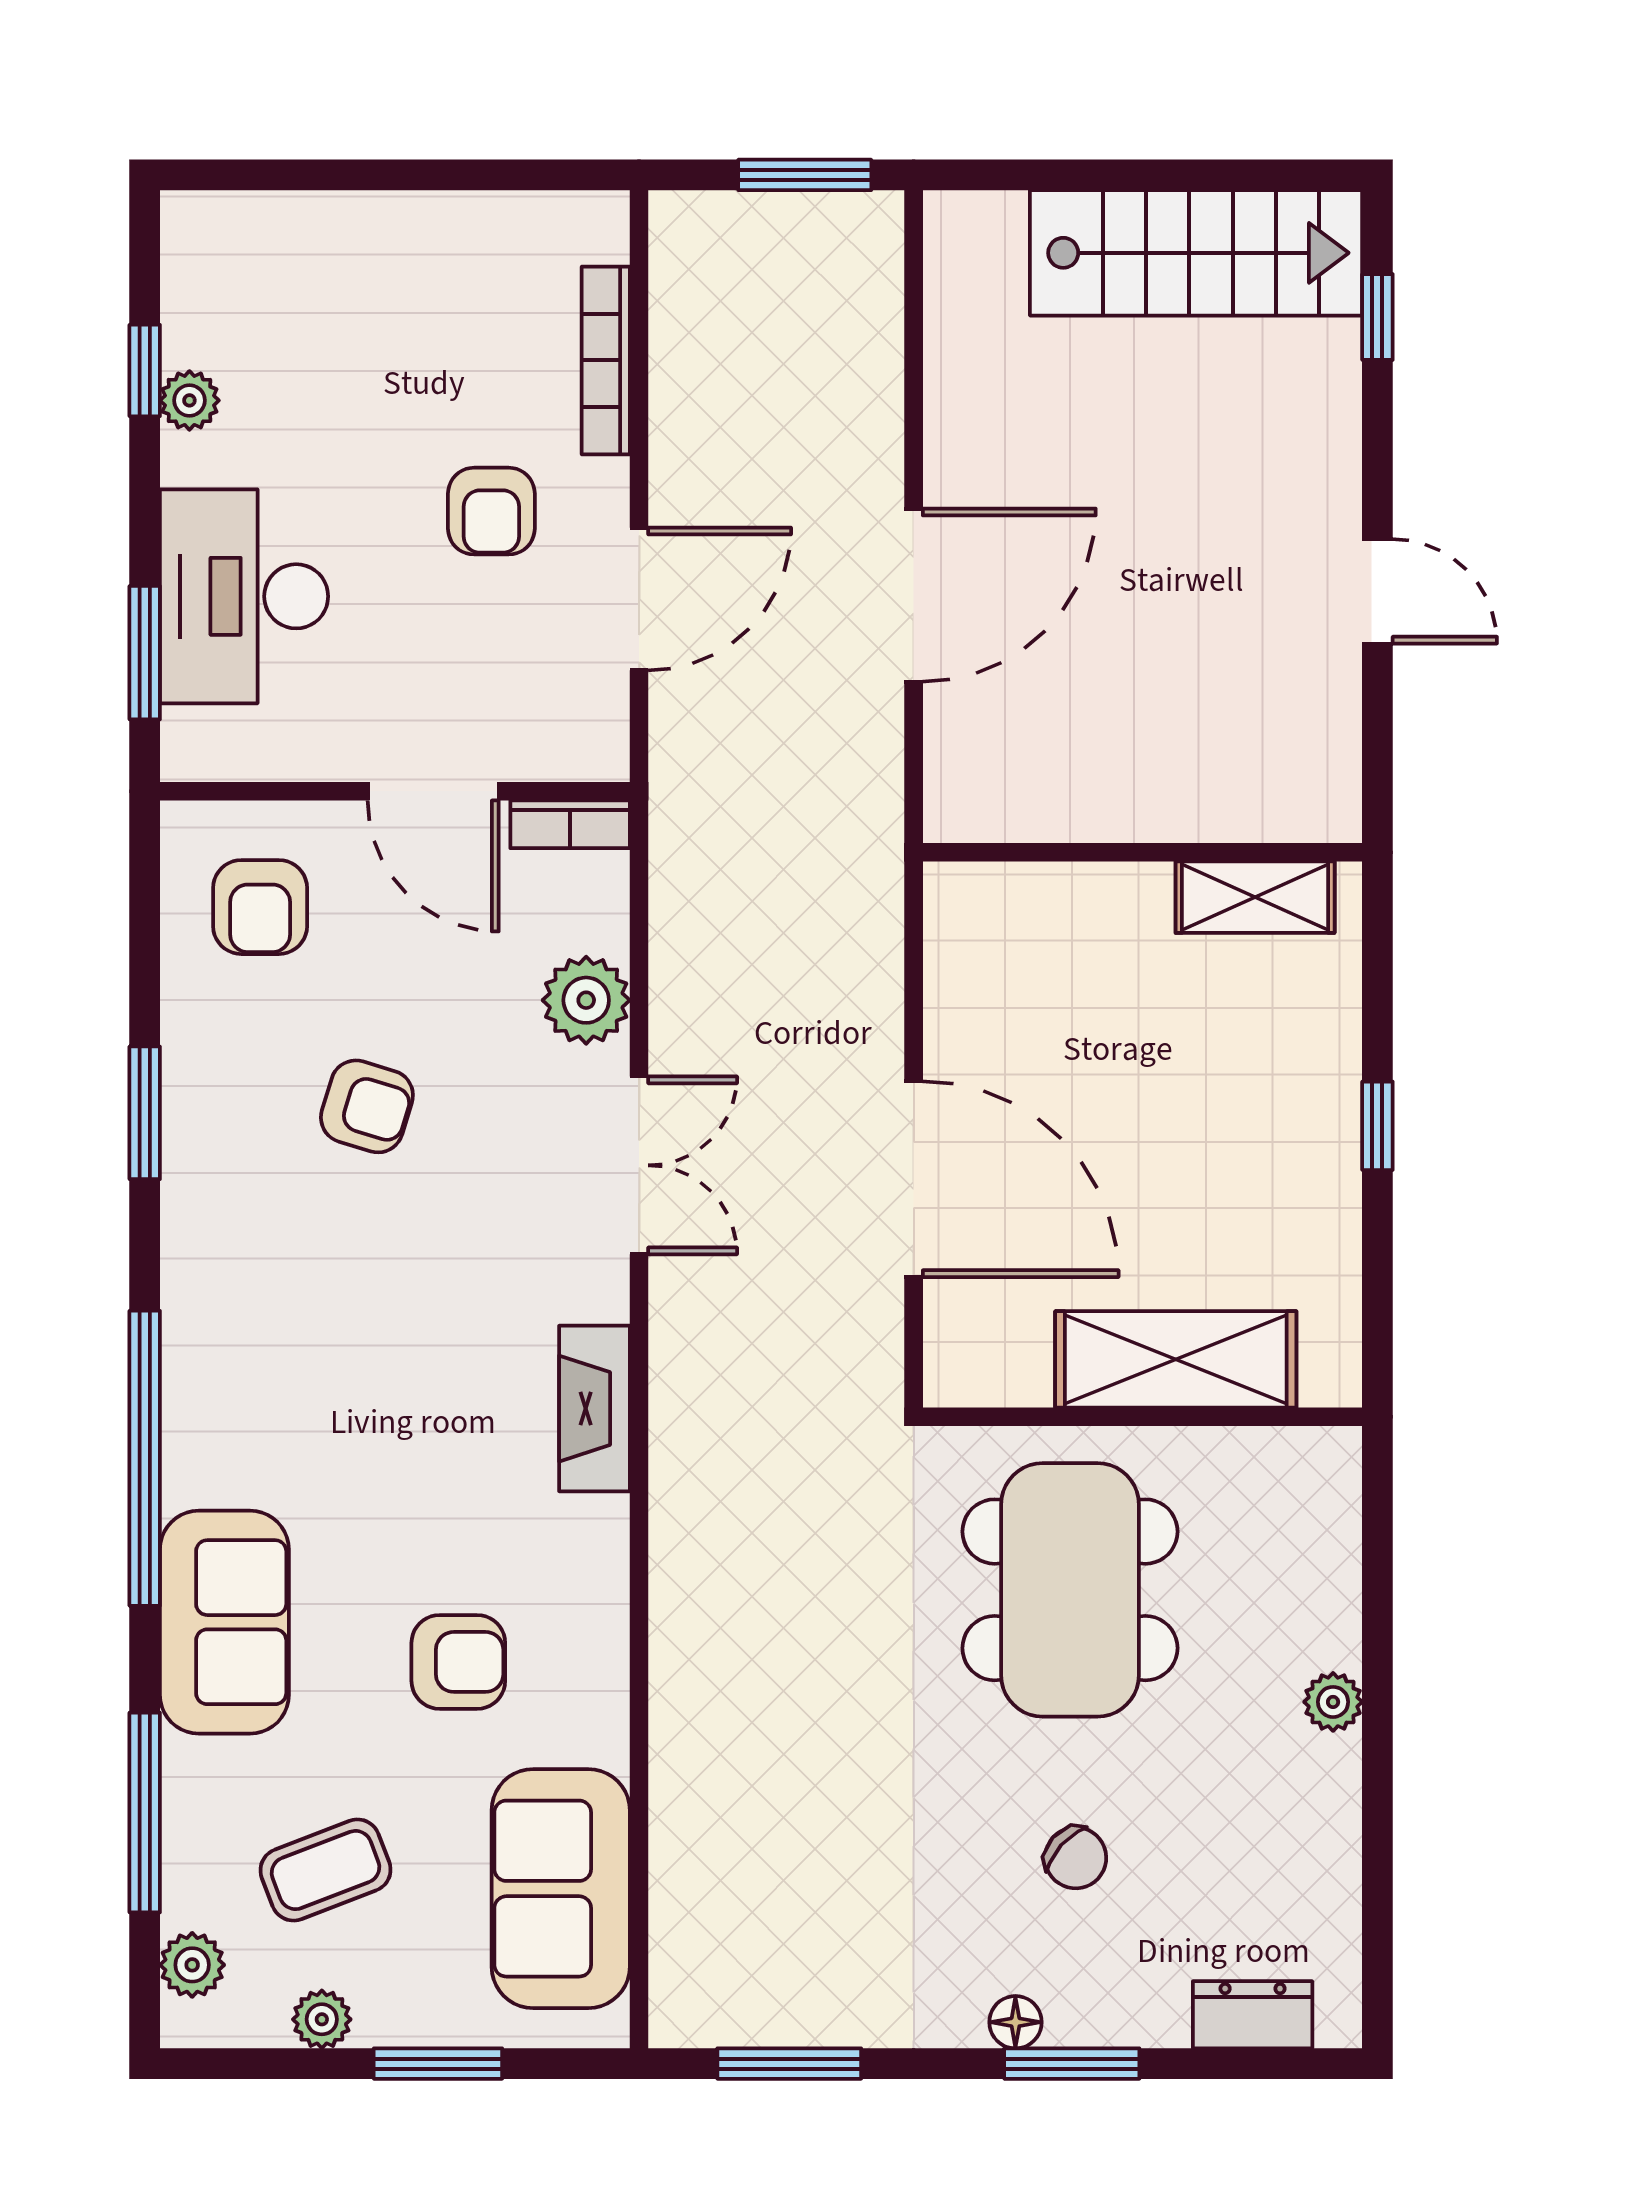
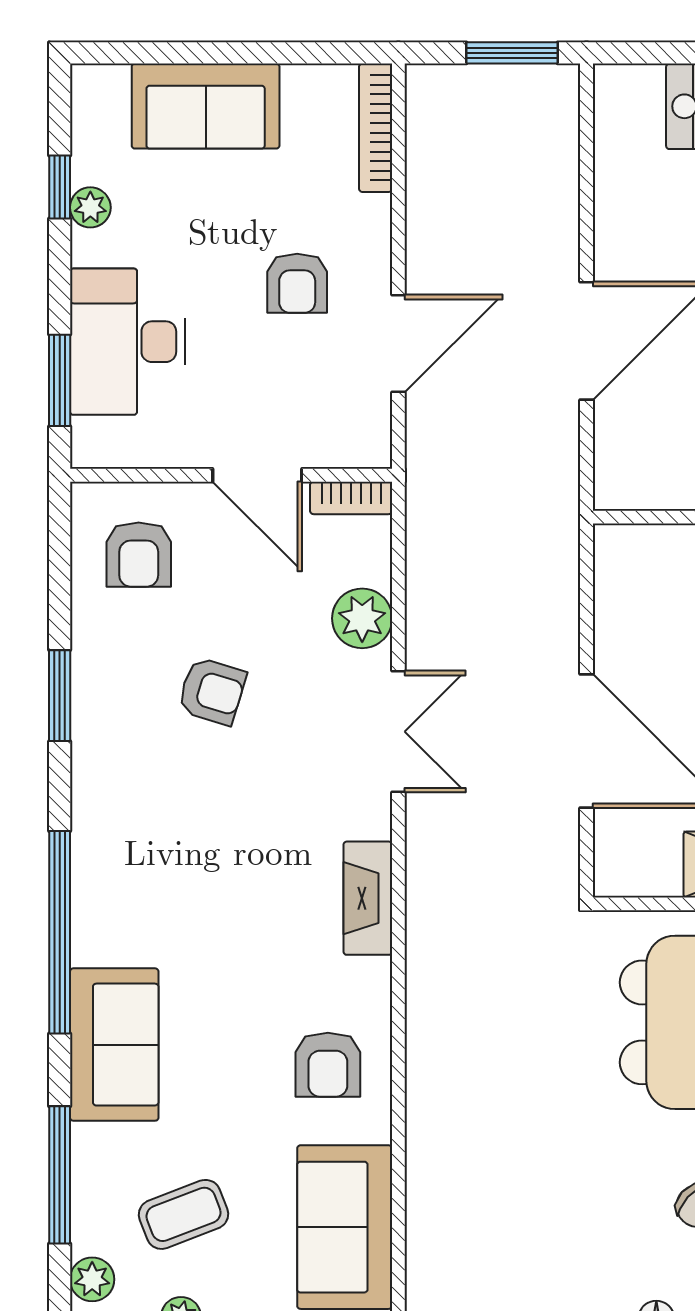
sofa: (358, 252) -> (206, 106), added
bookcase: (606, 360) -> (376, 128), moved
armchair: (458, 1662) -> (328, 1065), moved, turned 90

